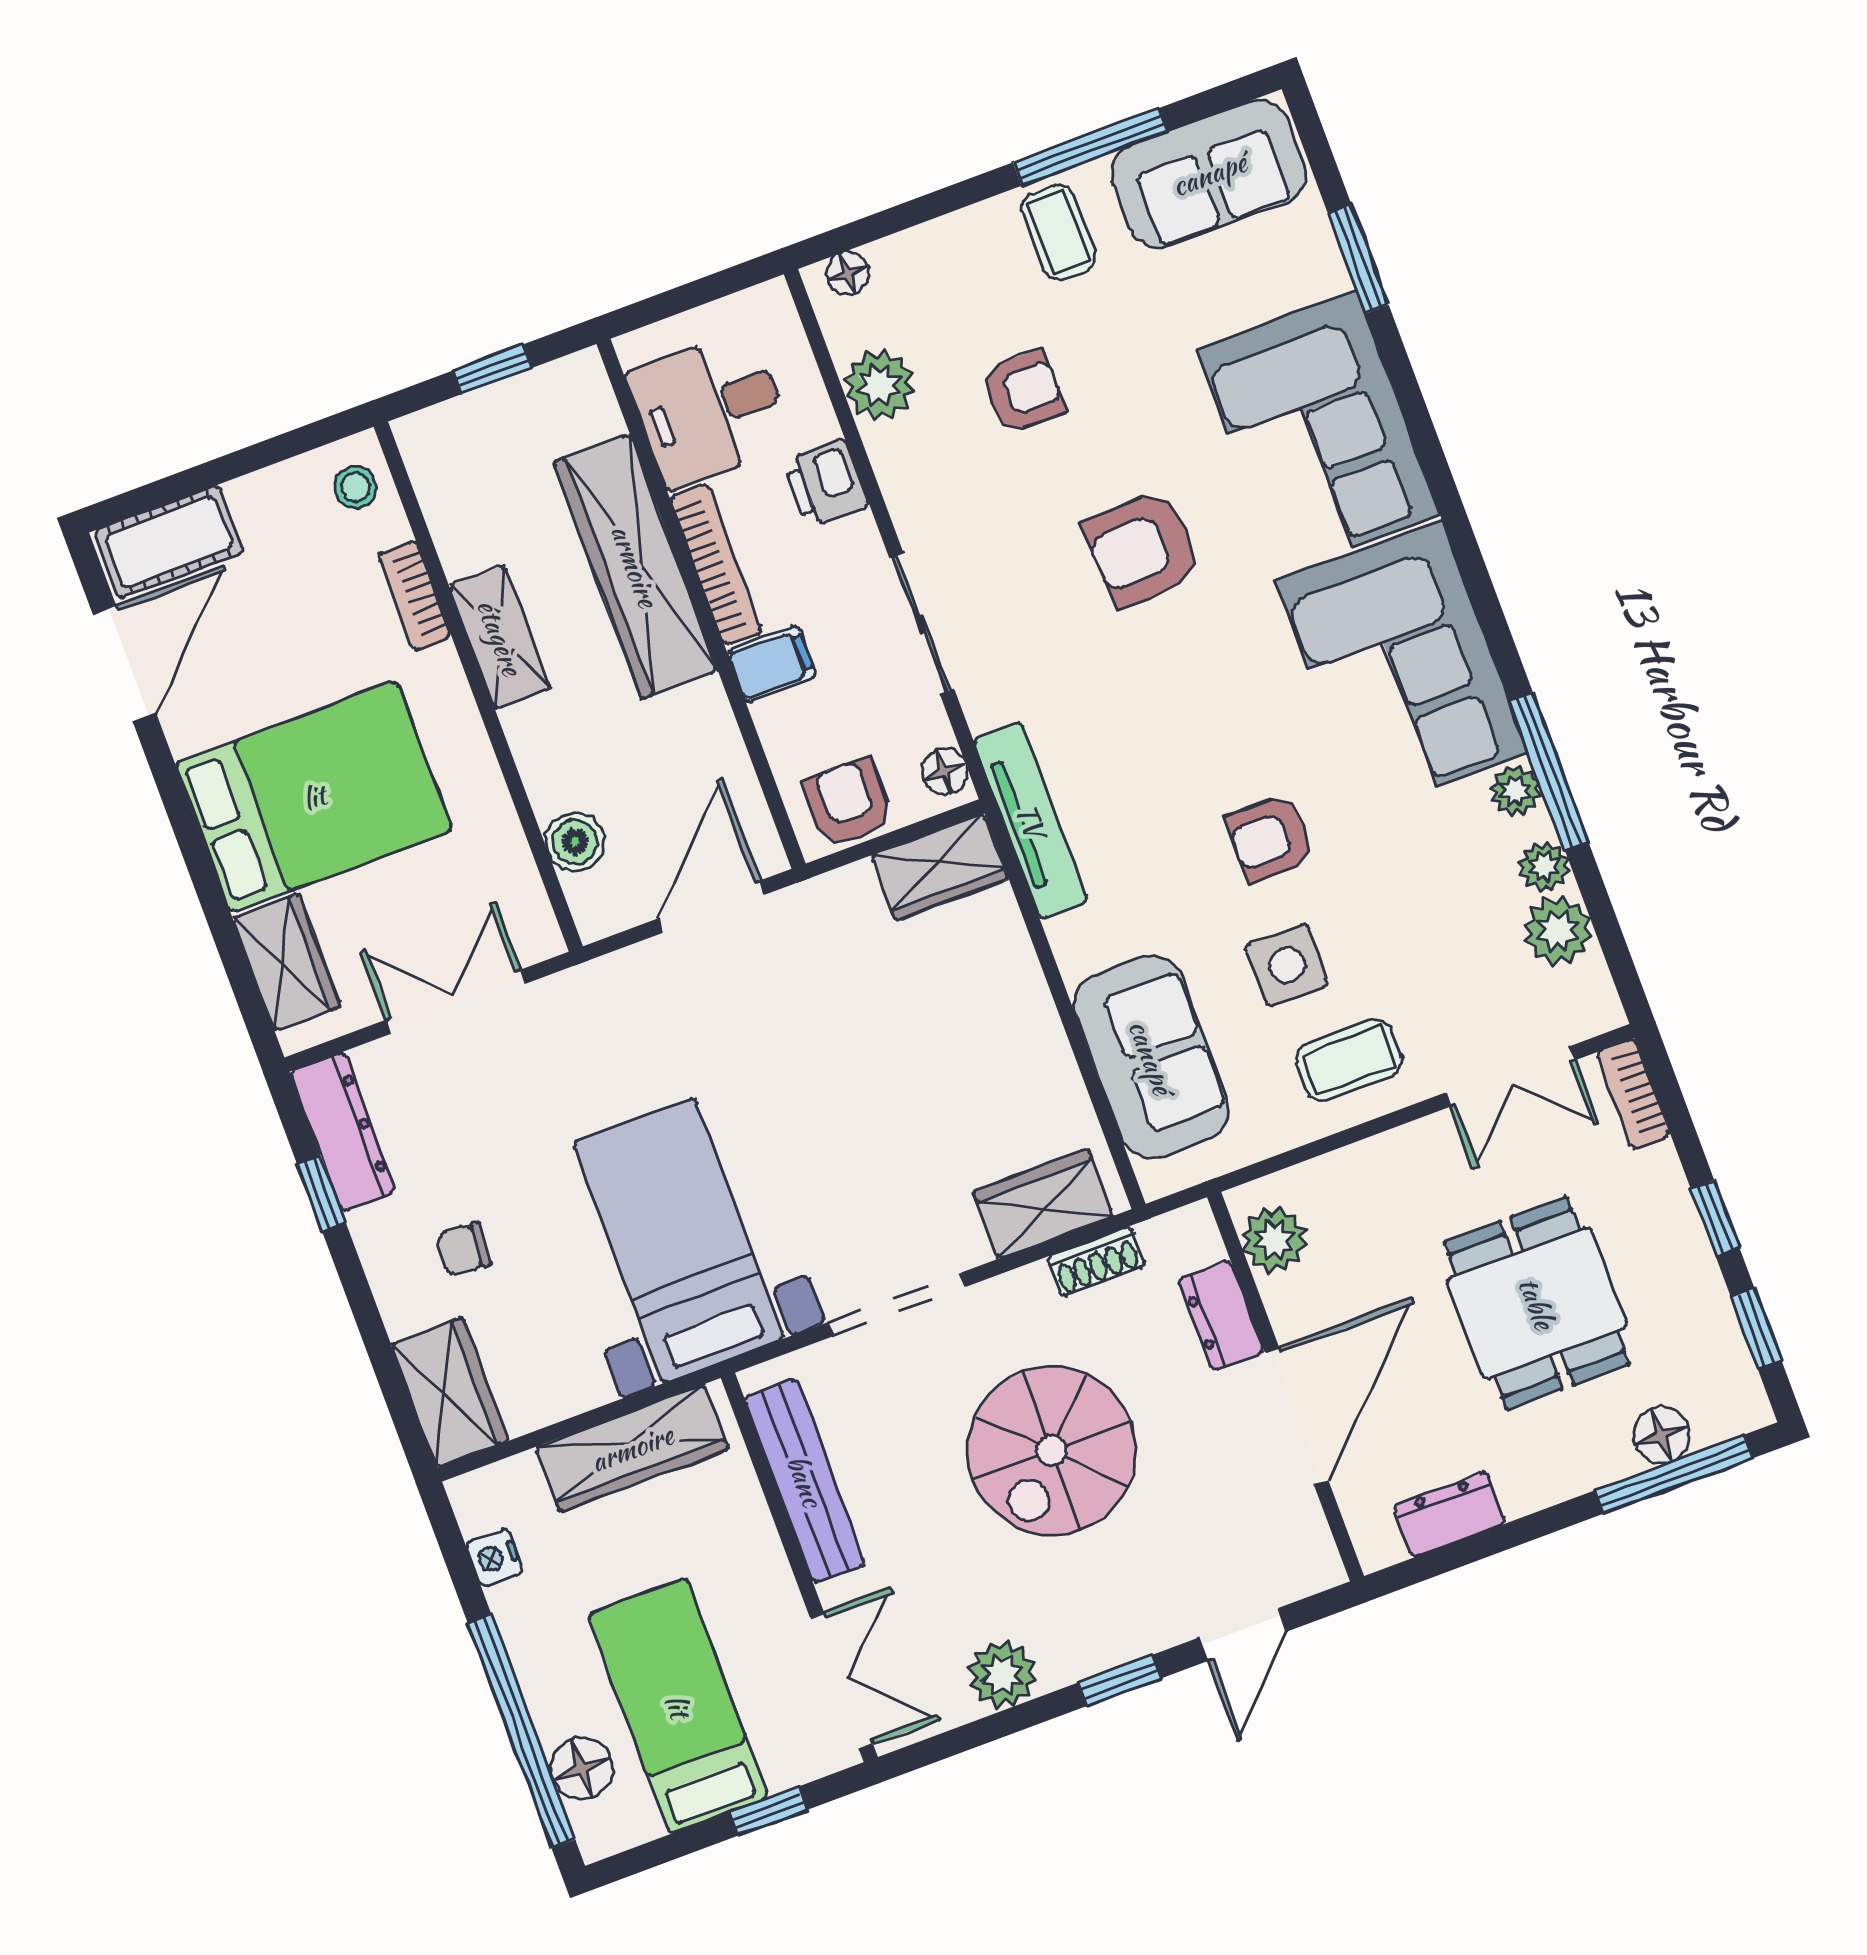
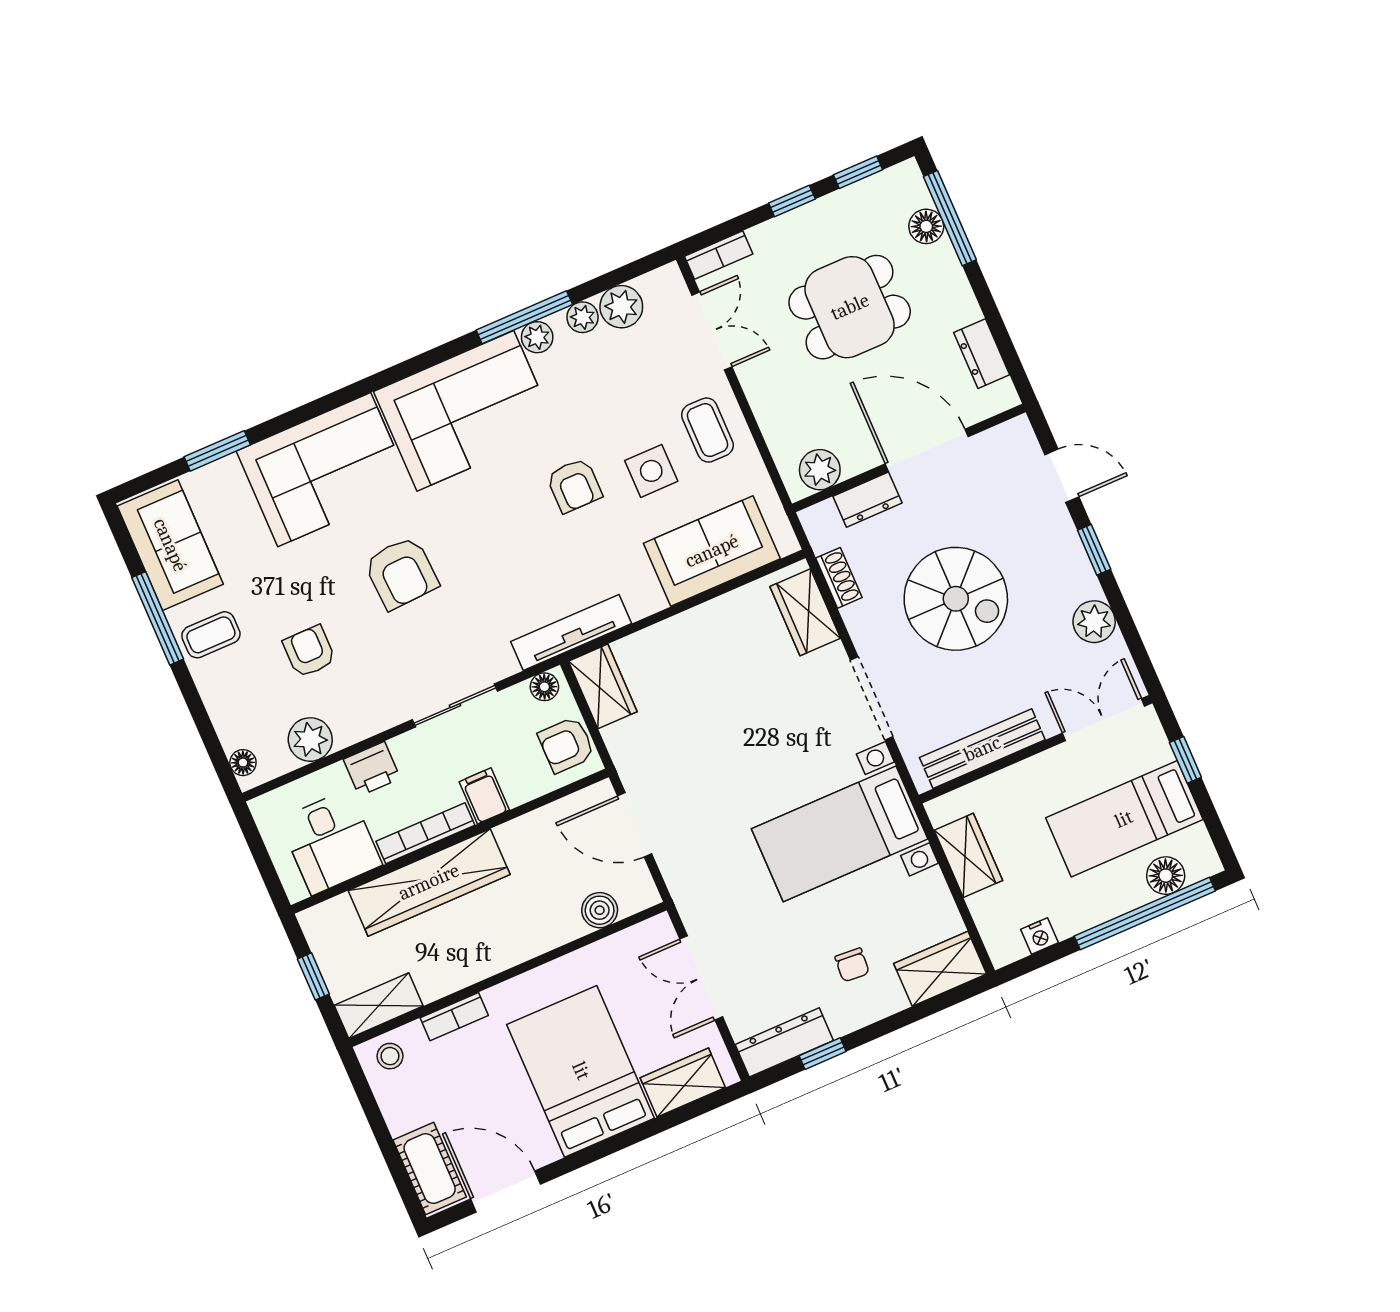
shelving: (500, 637) -> (379, 1006), moved
wardrobe: (632, 1448) -> (968, 855), width x0.67

